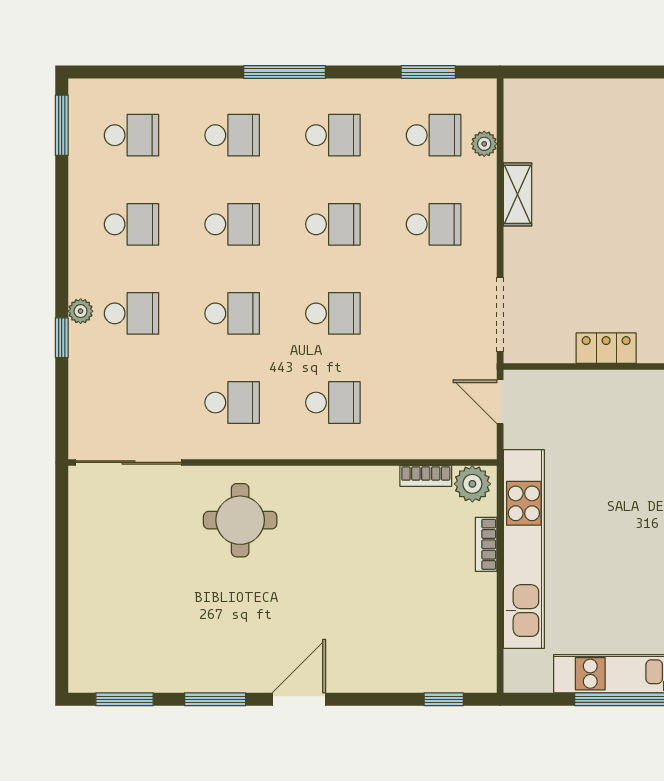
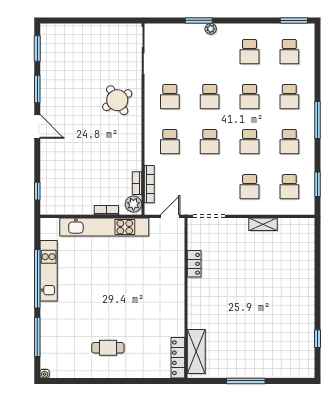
plant: (484, 144) -> (285, 209), removed
school desk: (132, 313) -> (210, 52), removed
window: (62, 338) -> (199, 20), width x1.50
bookcase: (428, 449) -> (149, 184), added
round table: (240, 520) -> (117, 100), turned -32

